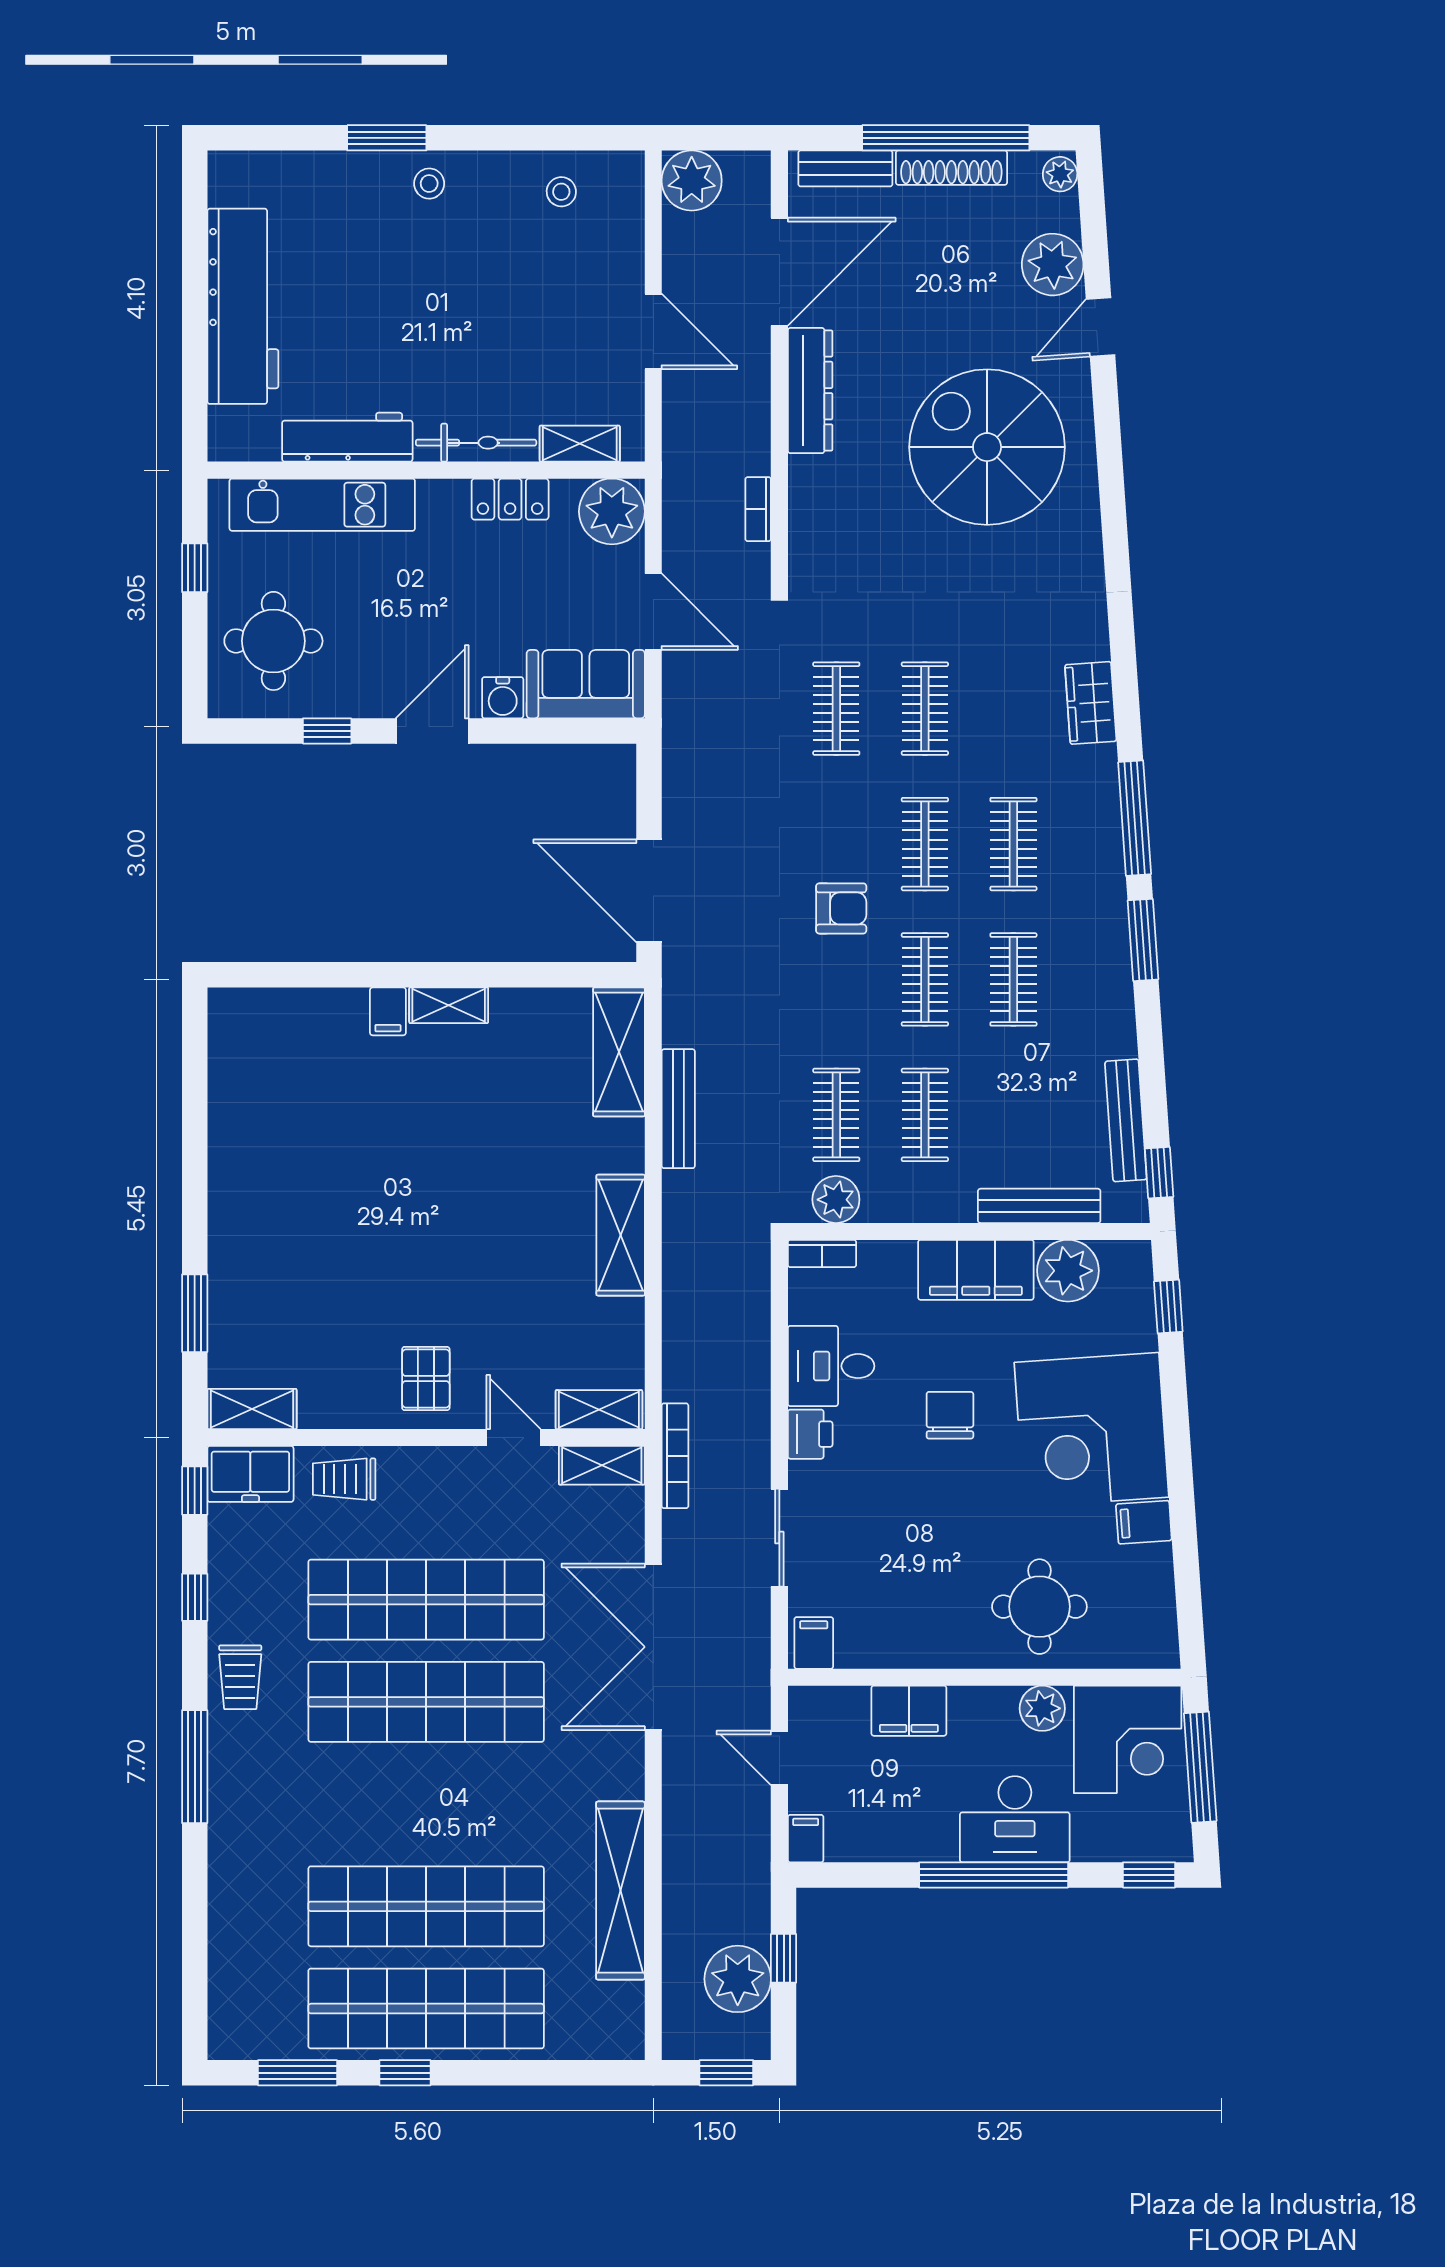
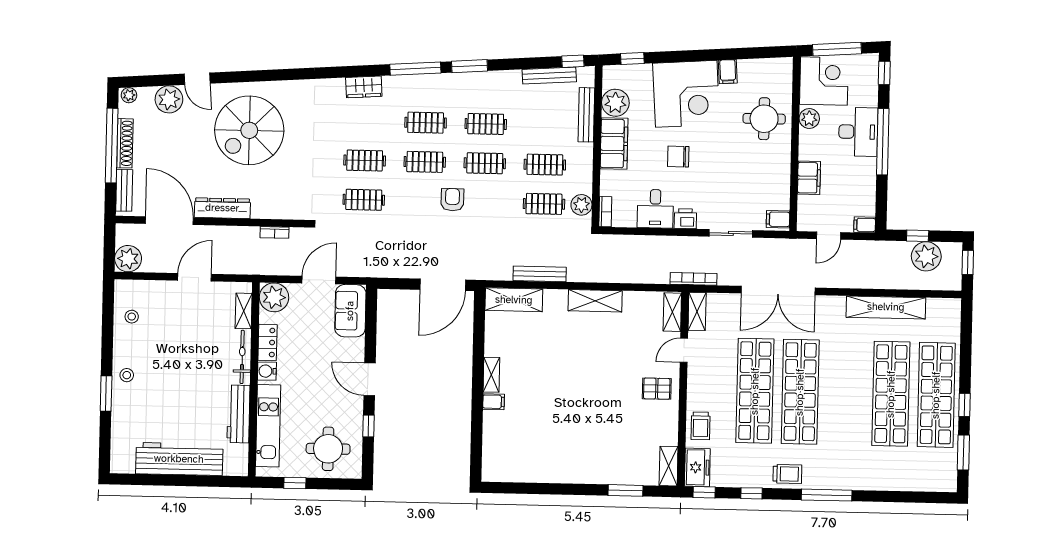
water cooler: (503, 698) -> (267, 371), moved, turned 180

